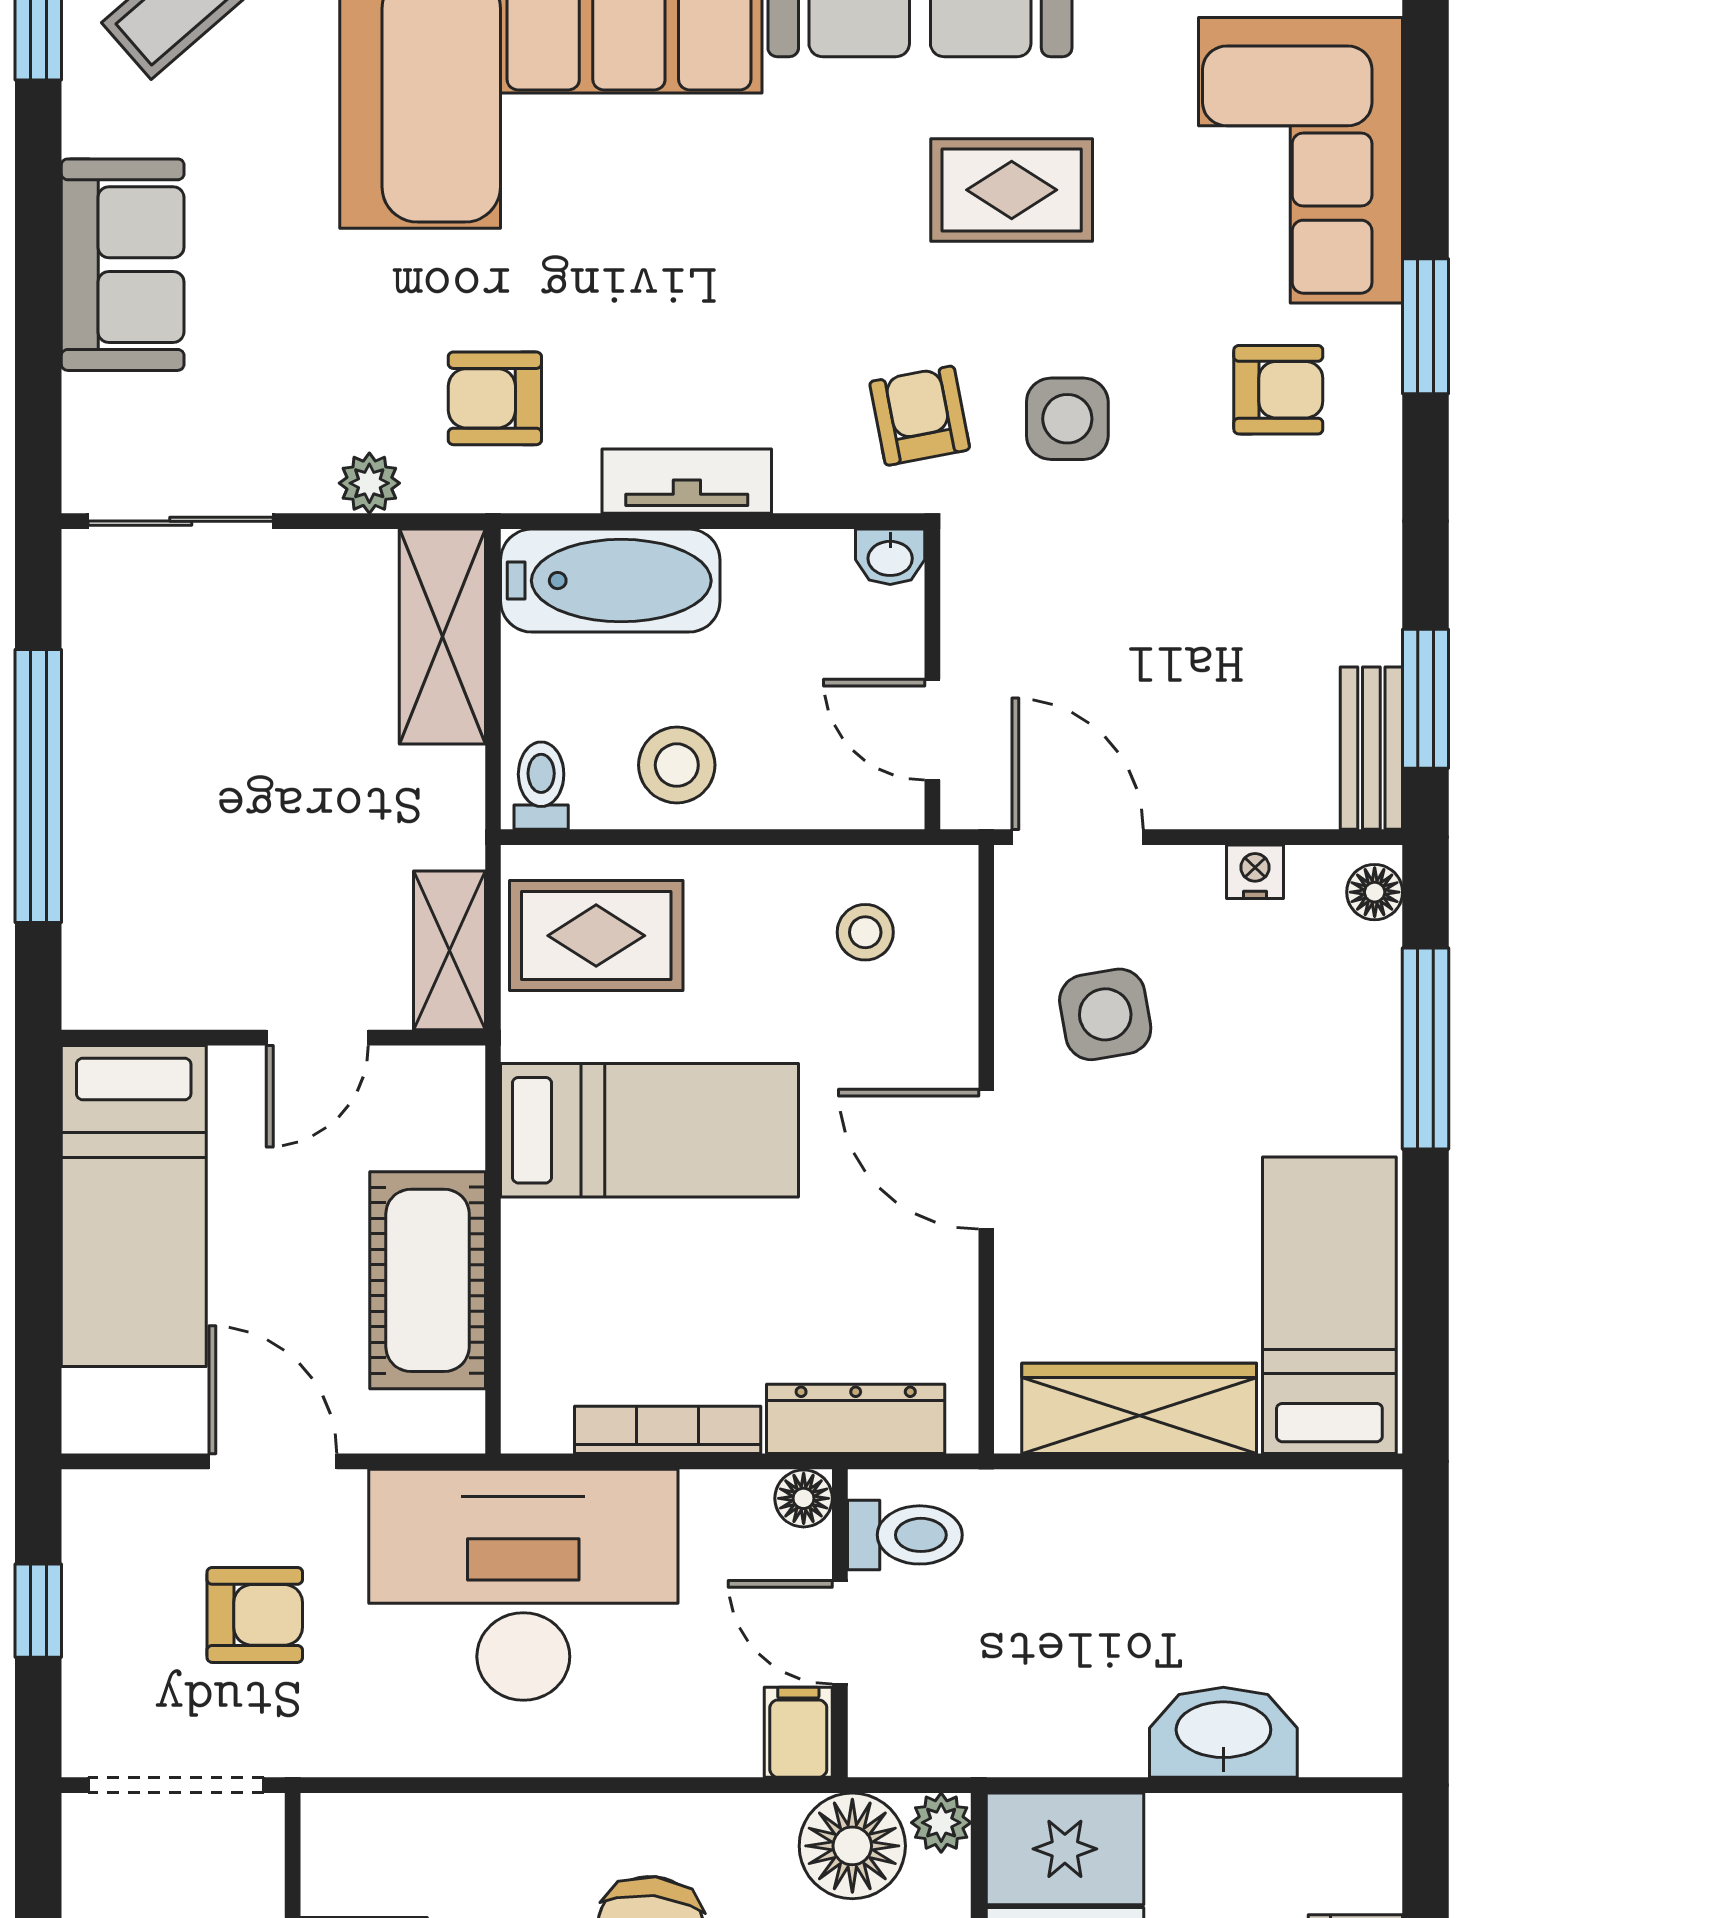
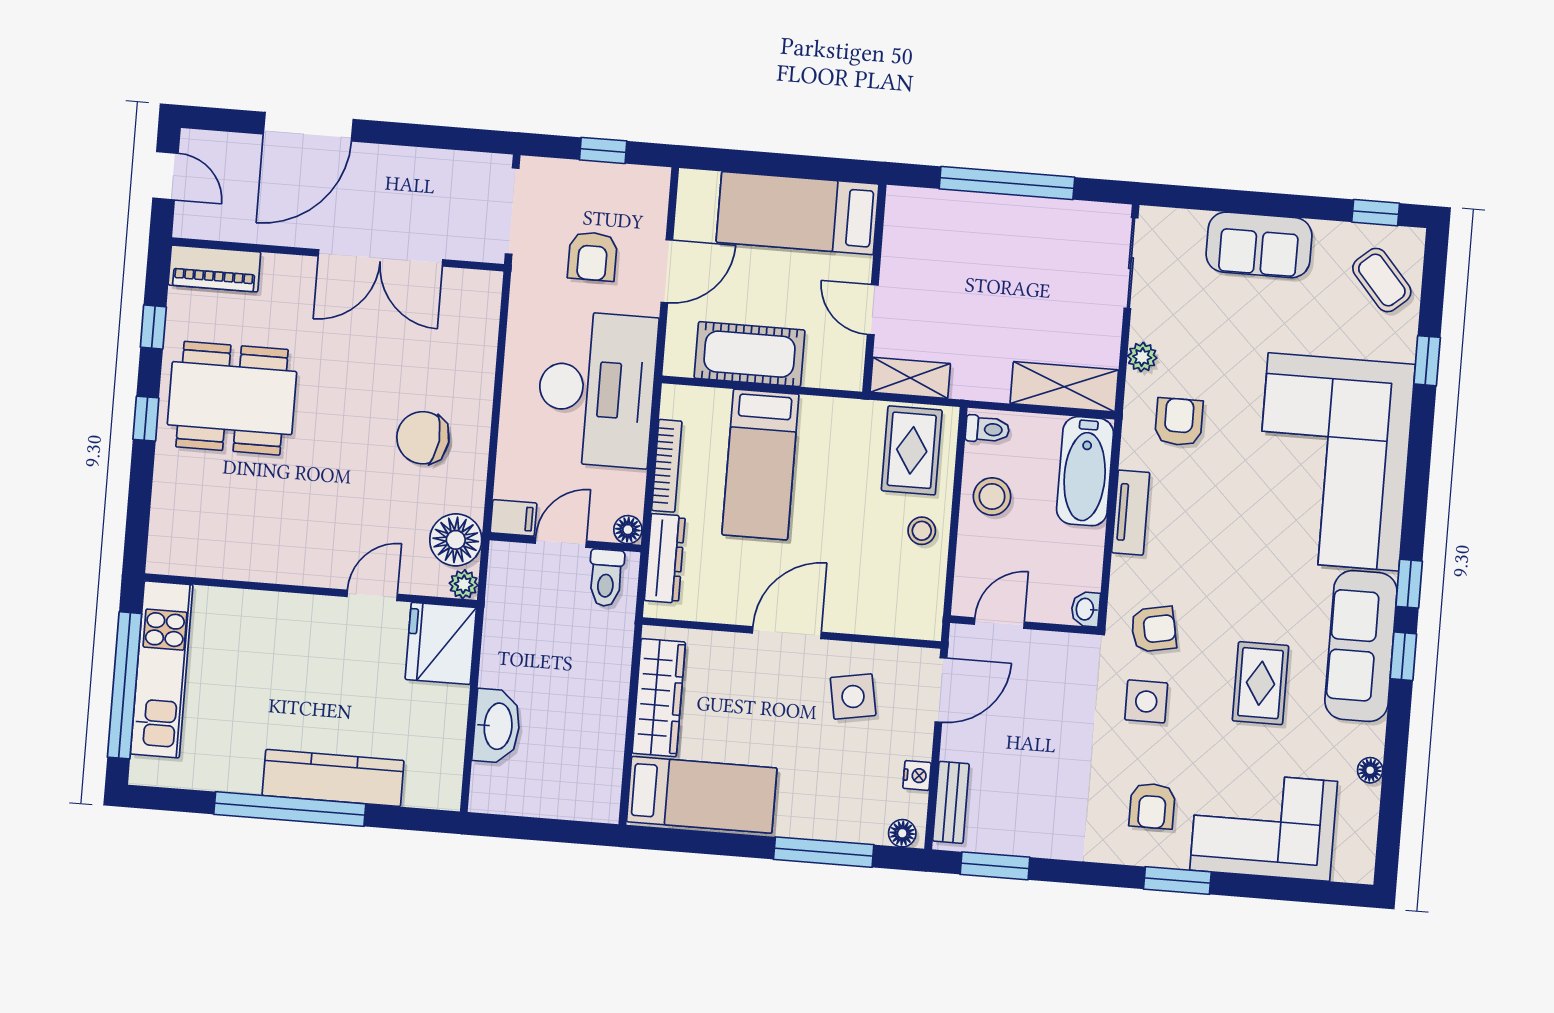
bench: (1371, 748) -> (951, 802), moved, turned 90
stool: (865, 932) -> (922, 531), moved
bed: (650, 1130) -> (760, 464), moved

